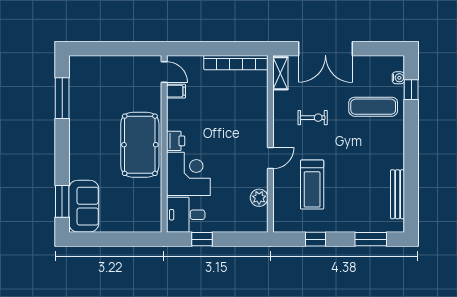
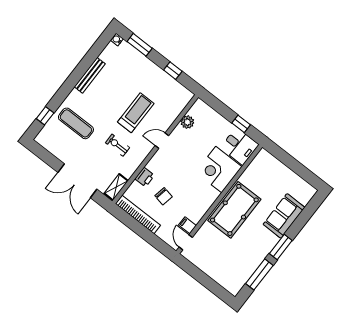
double door: (325, 49) -> (77, 181), swing flipped
water cooler: (398, 78) -> (117, 39), moved
chair: (224, 102) -> (164, 196), added
printer: (176, 141) -> (145, 177), moved, turned 180
treadmill: (312, 185) -> (136, 113), moved
bench: (398, 194) -> (90, 75), moved
window: (62, 201) -> (281, 247), moved
sofa: (84, 206) -> (284, 216), moved

